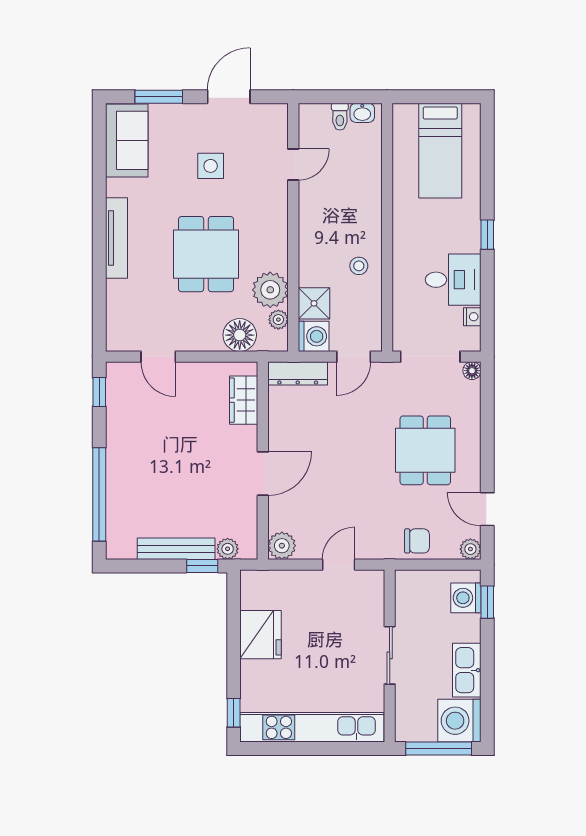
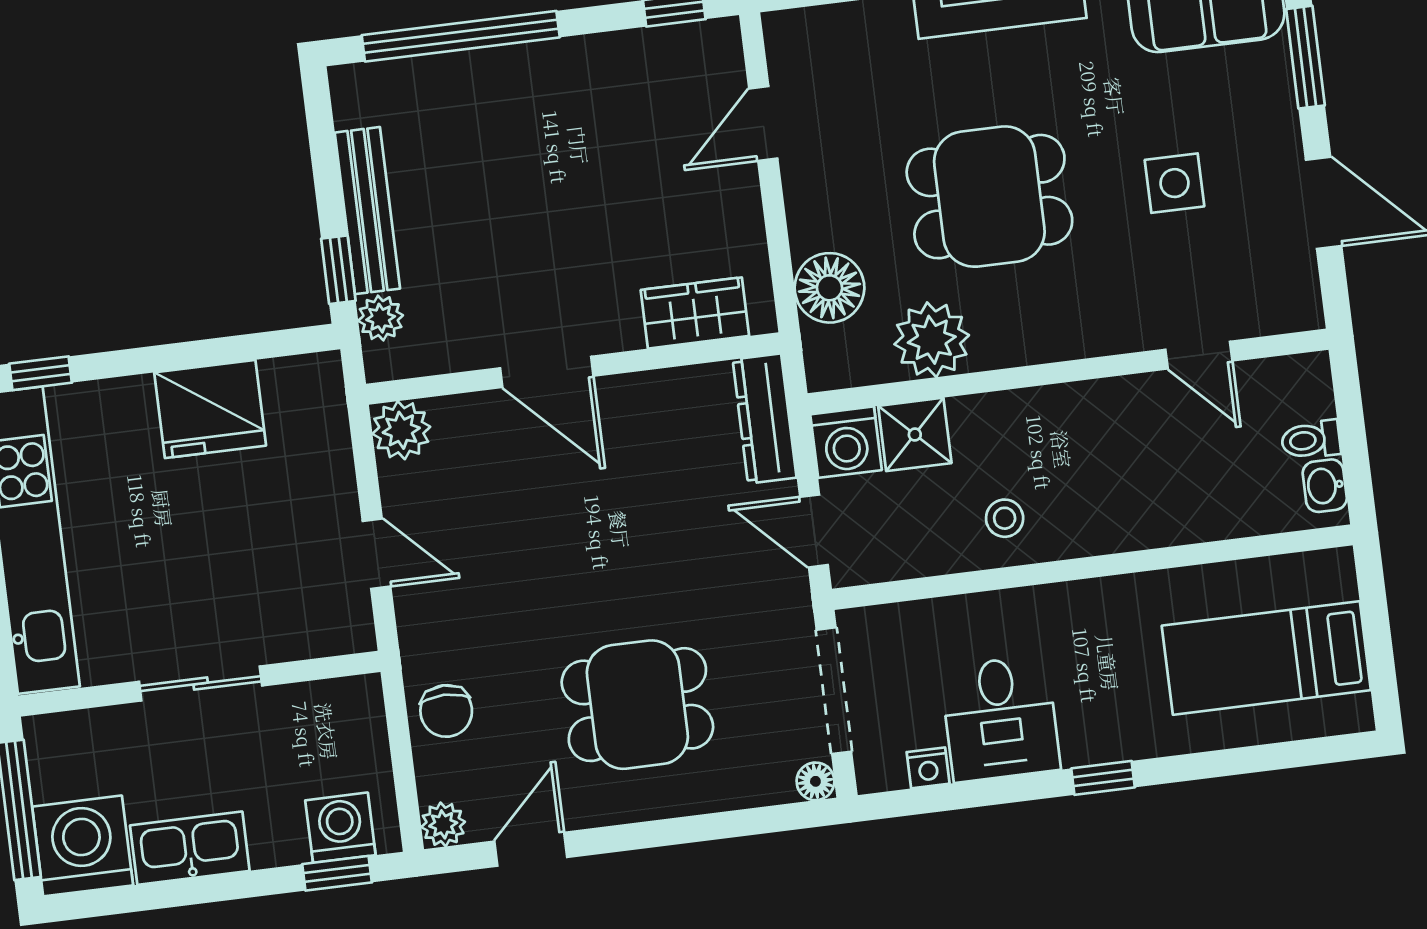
plant: (278, 320) -> (872, 364), removed

